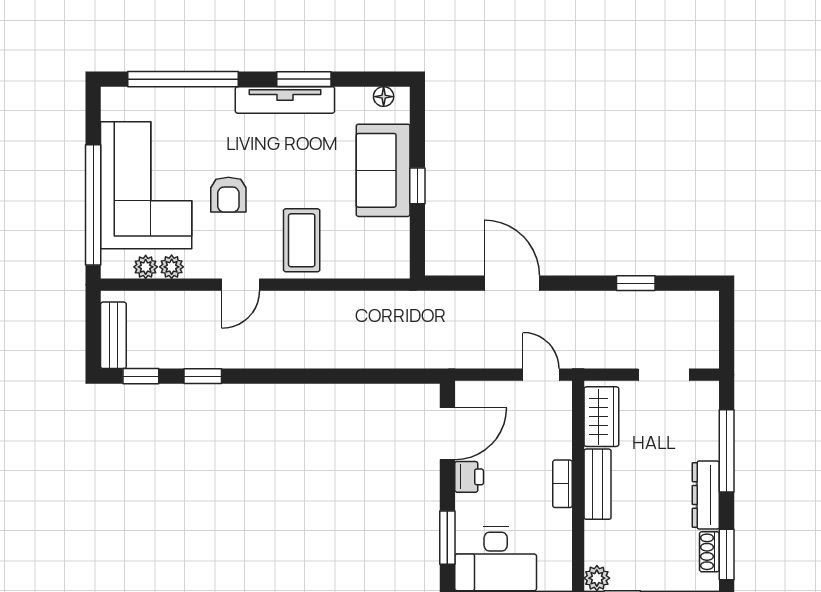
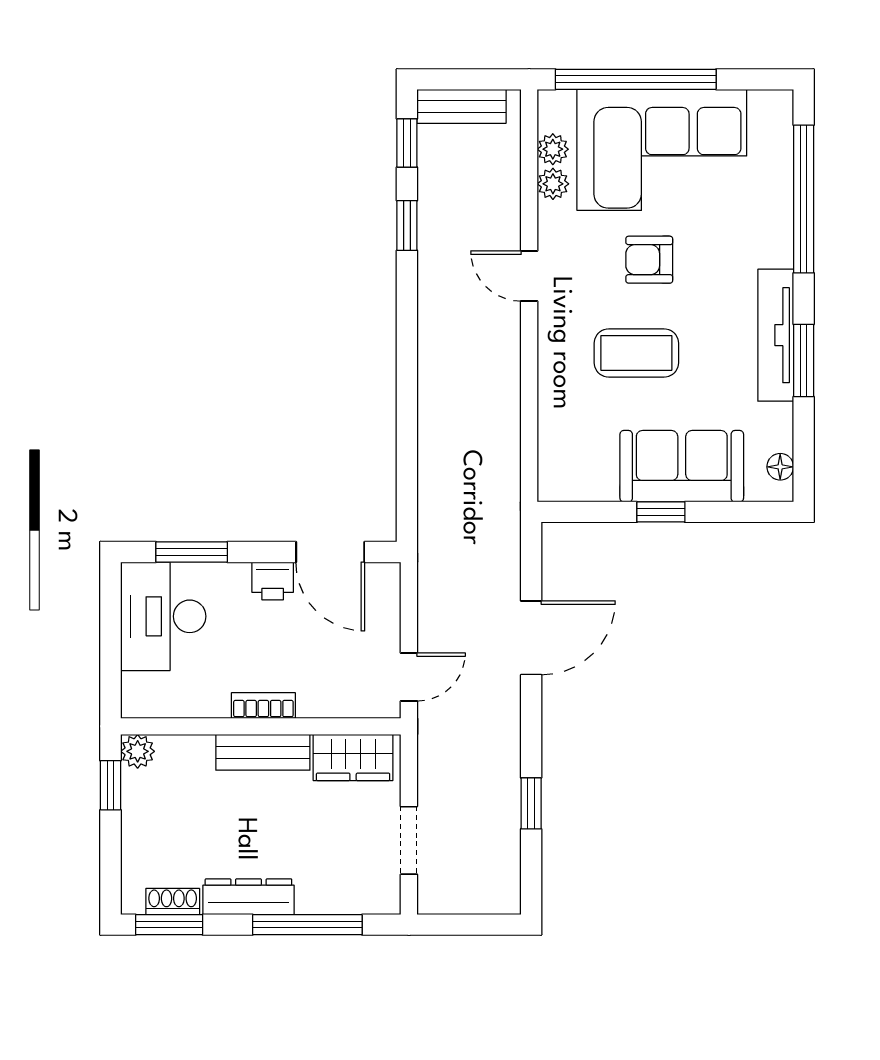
coffee table: (302, 240) -> (636, 353), moved

